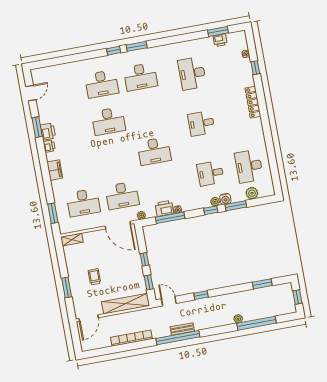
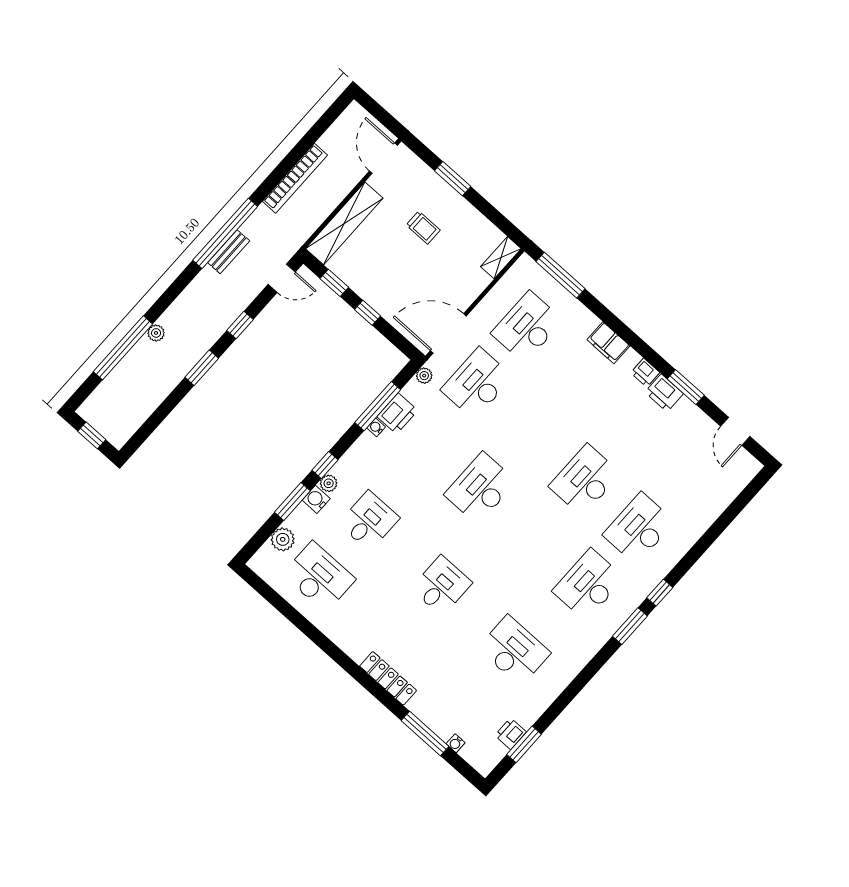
window: (255, 68) -> (425, 733), width x2.17
window: (53, 213) -> (560, 275), width x1.44
window: (262, 284) -> (202, 368), moved

